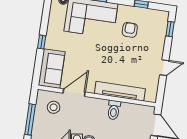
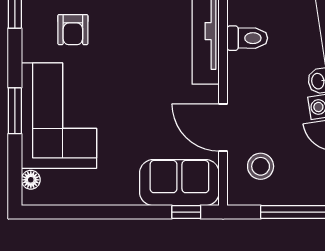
armchair: (130, 30) -> (73, 30), turned -90
window: (42, 42) -> (186, 212), moved

